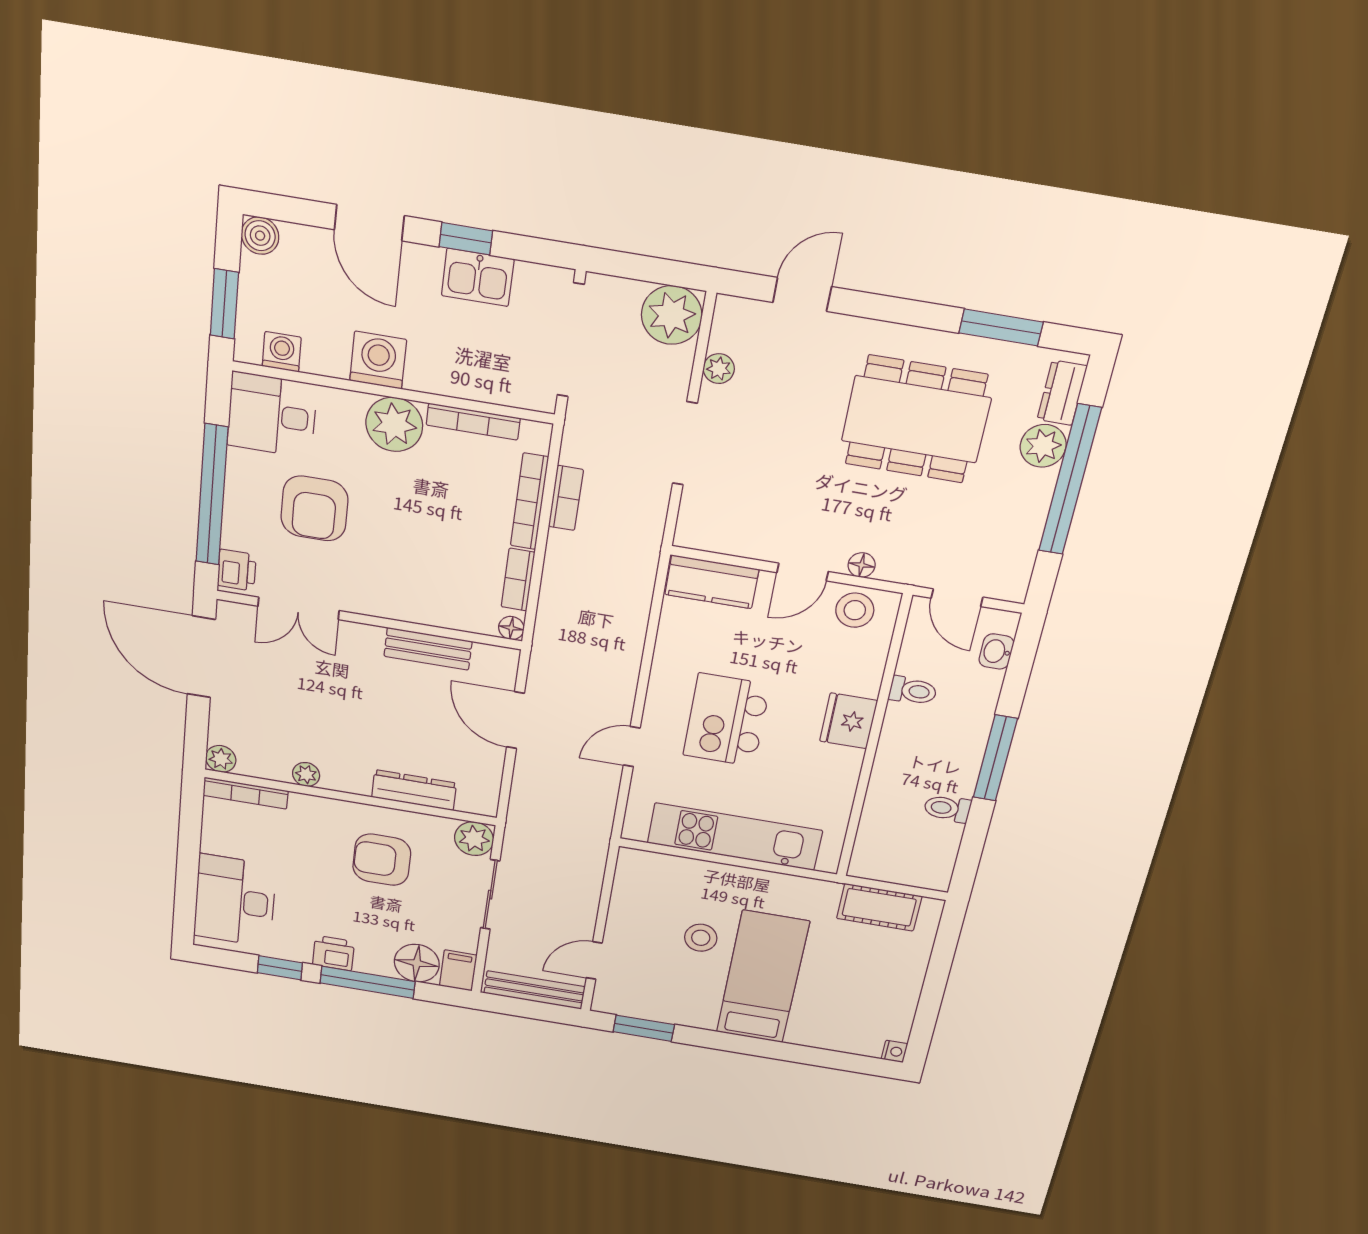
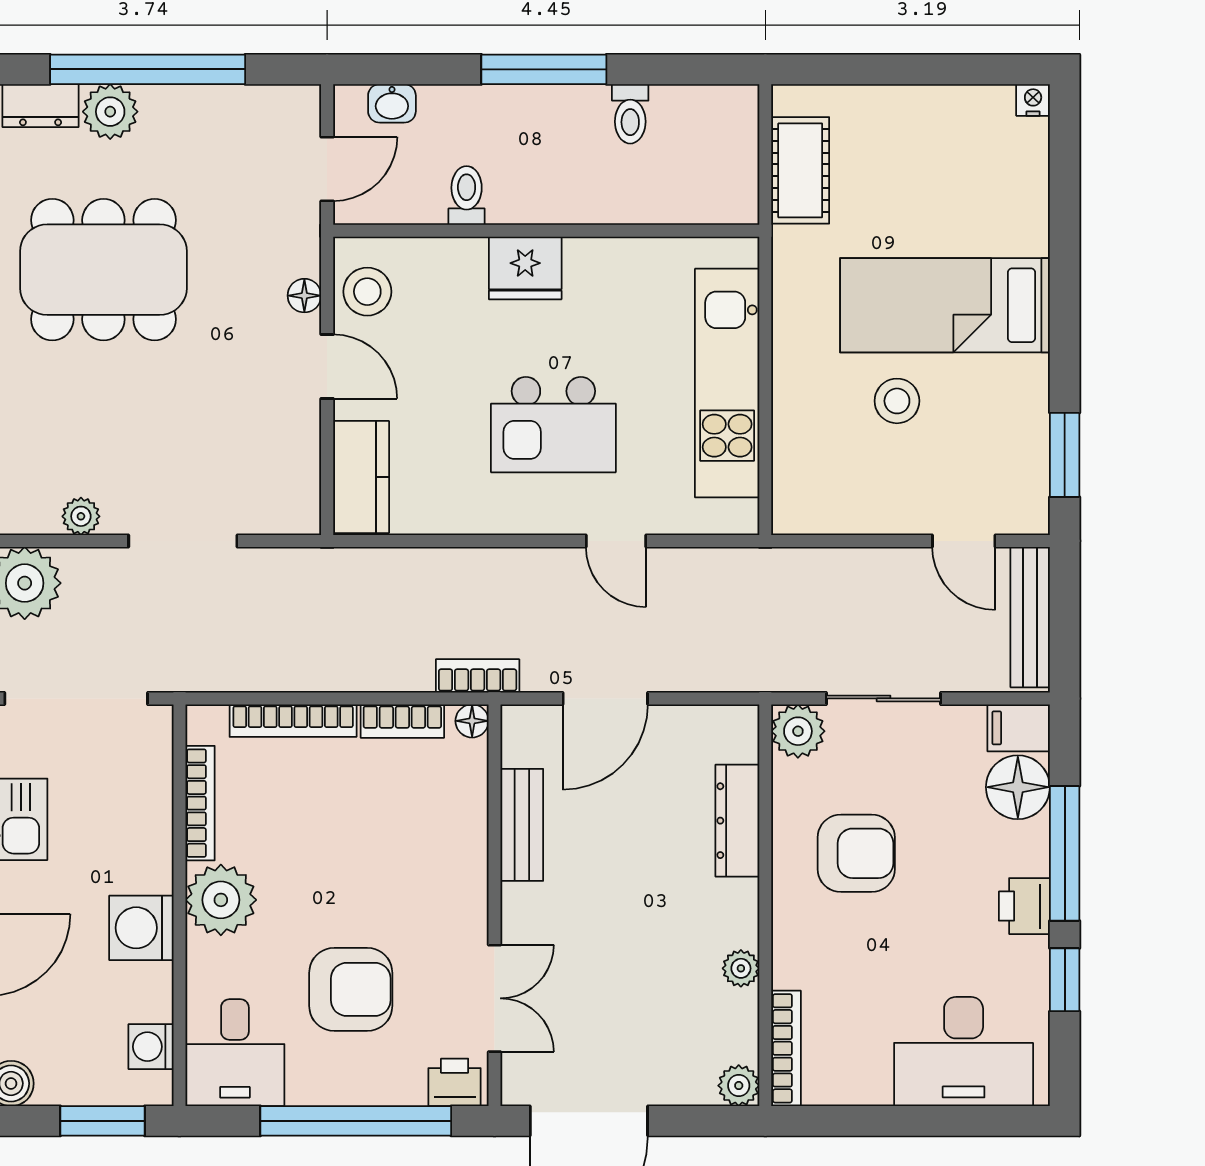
dining table: (916, 419) -> (103, 270), turned 90
bookcase: (566, 498) -> (478, 676), moved
armchair: (382, 860) -> (856, 853), turned -90

